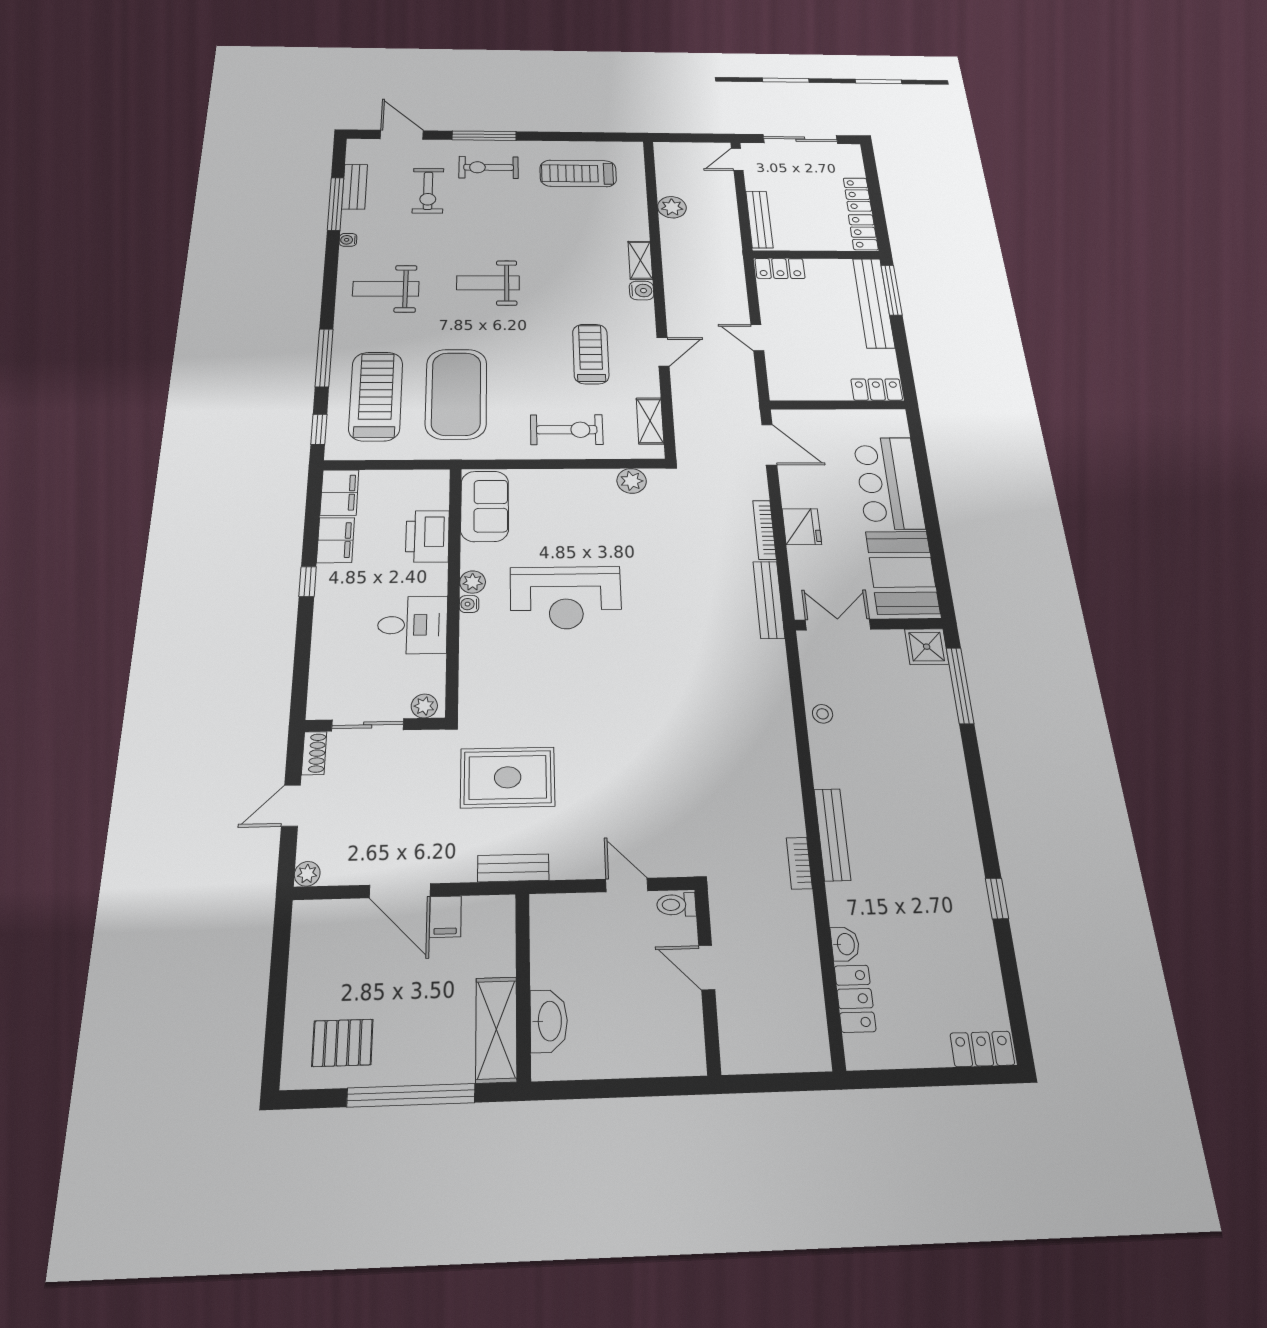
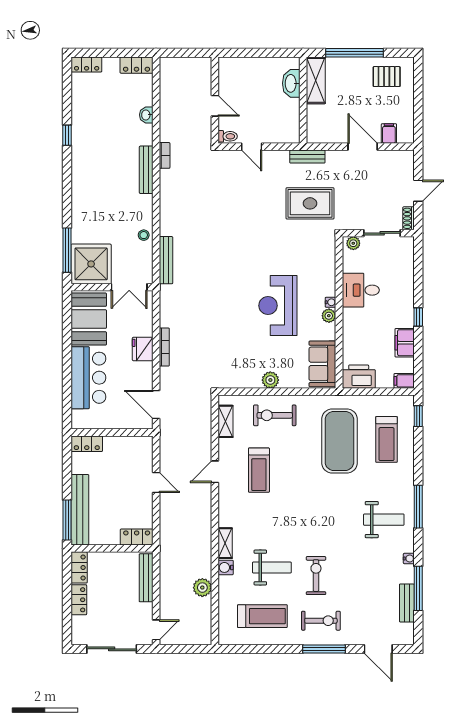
exercise bike: (428, 191) -> (316, 576), moved
weight bench: (488, 283) -> (272, 567), moved
water cooler: (642, 291) -> (226, 567), moved
window: (324, 358) -> (418, 507), moved
treadmill: (376, 396) -> (386, 439), width x0.73, depth x0.73
plant: (632, 481) -> (270, 380), moved
filing cabinet: (339, 493) -> (404, 381), width x0.50
printer: (427, 536) -> (359, 377), moved, turned -90
reception desk: (566, 598) -> (278, 306), turned -90
bench: (769, 600) -> (166, 260), moved
shower: (927, 647) -> (91, 264), width x1.86, depth x1.86
plant: (307, 874) -> (408, 156), removed
filing cabinet: (445, 917) -> (389, 133), moved
locker: (855, 999) -> (136, 65), moved, turned -90

